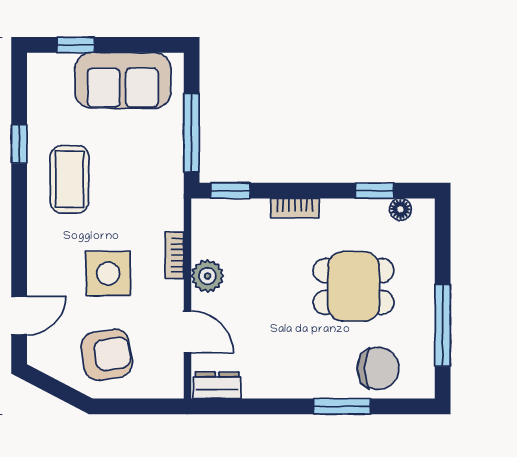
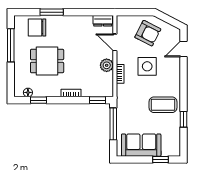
coffee table: (69, 179) -> (163, 105), turned 90
armchair: (107, 355) -> (148, 33), turned -144

